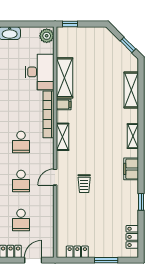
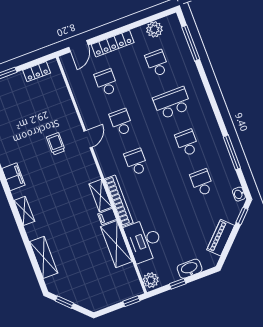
window: (25, 24) -> (178, 284), added
shelving: (63, 137) -> (100, 196), moved

